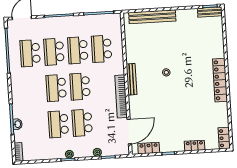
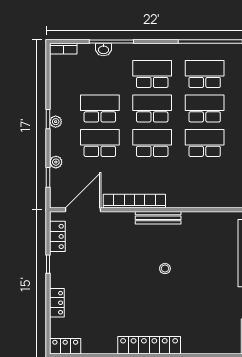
school desk: (102, 49) -> (152, 74), moved
door: (129, 132) -> (83, 210), swing flipped

